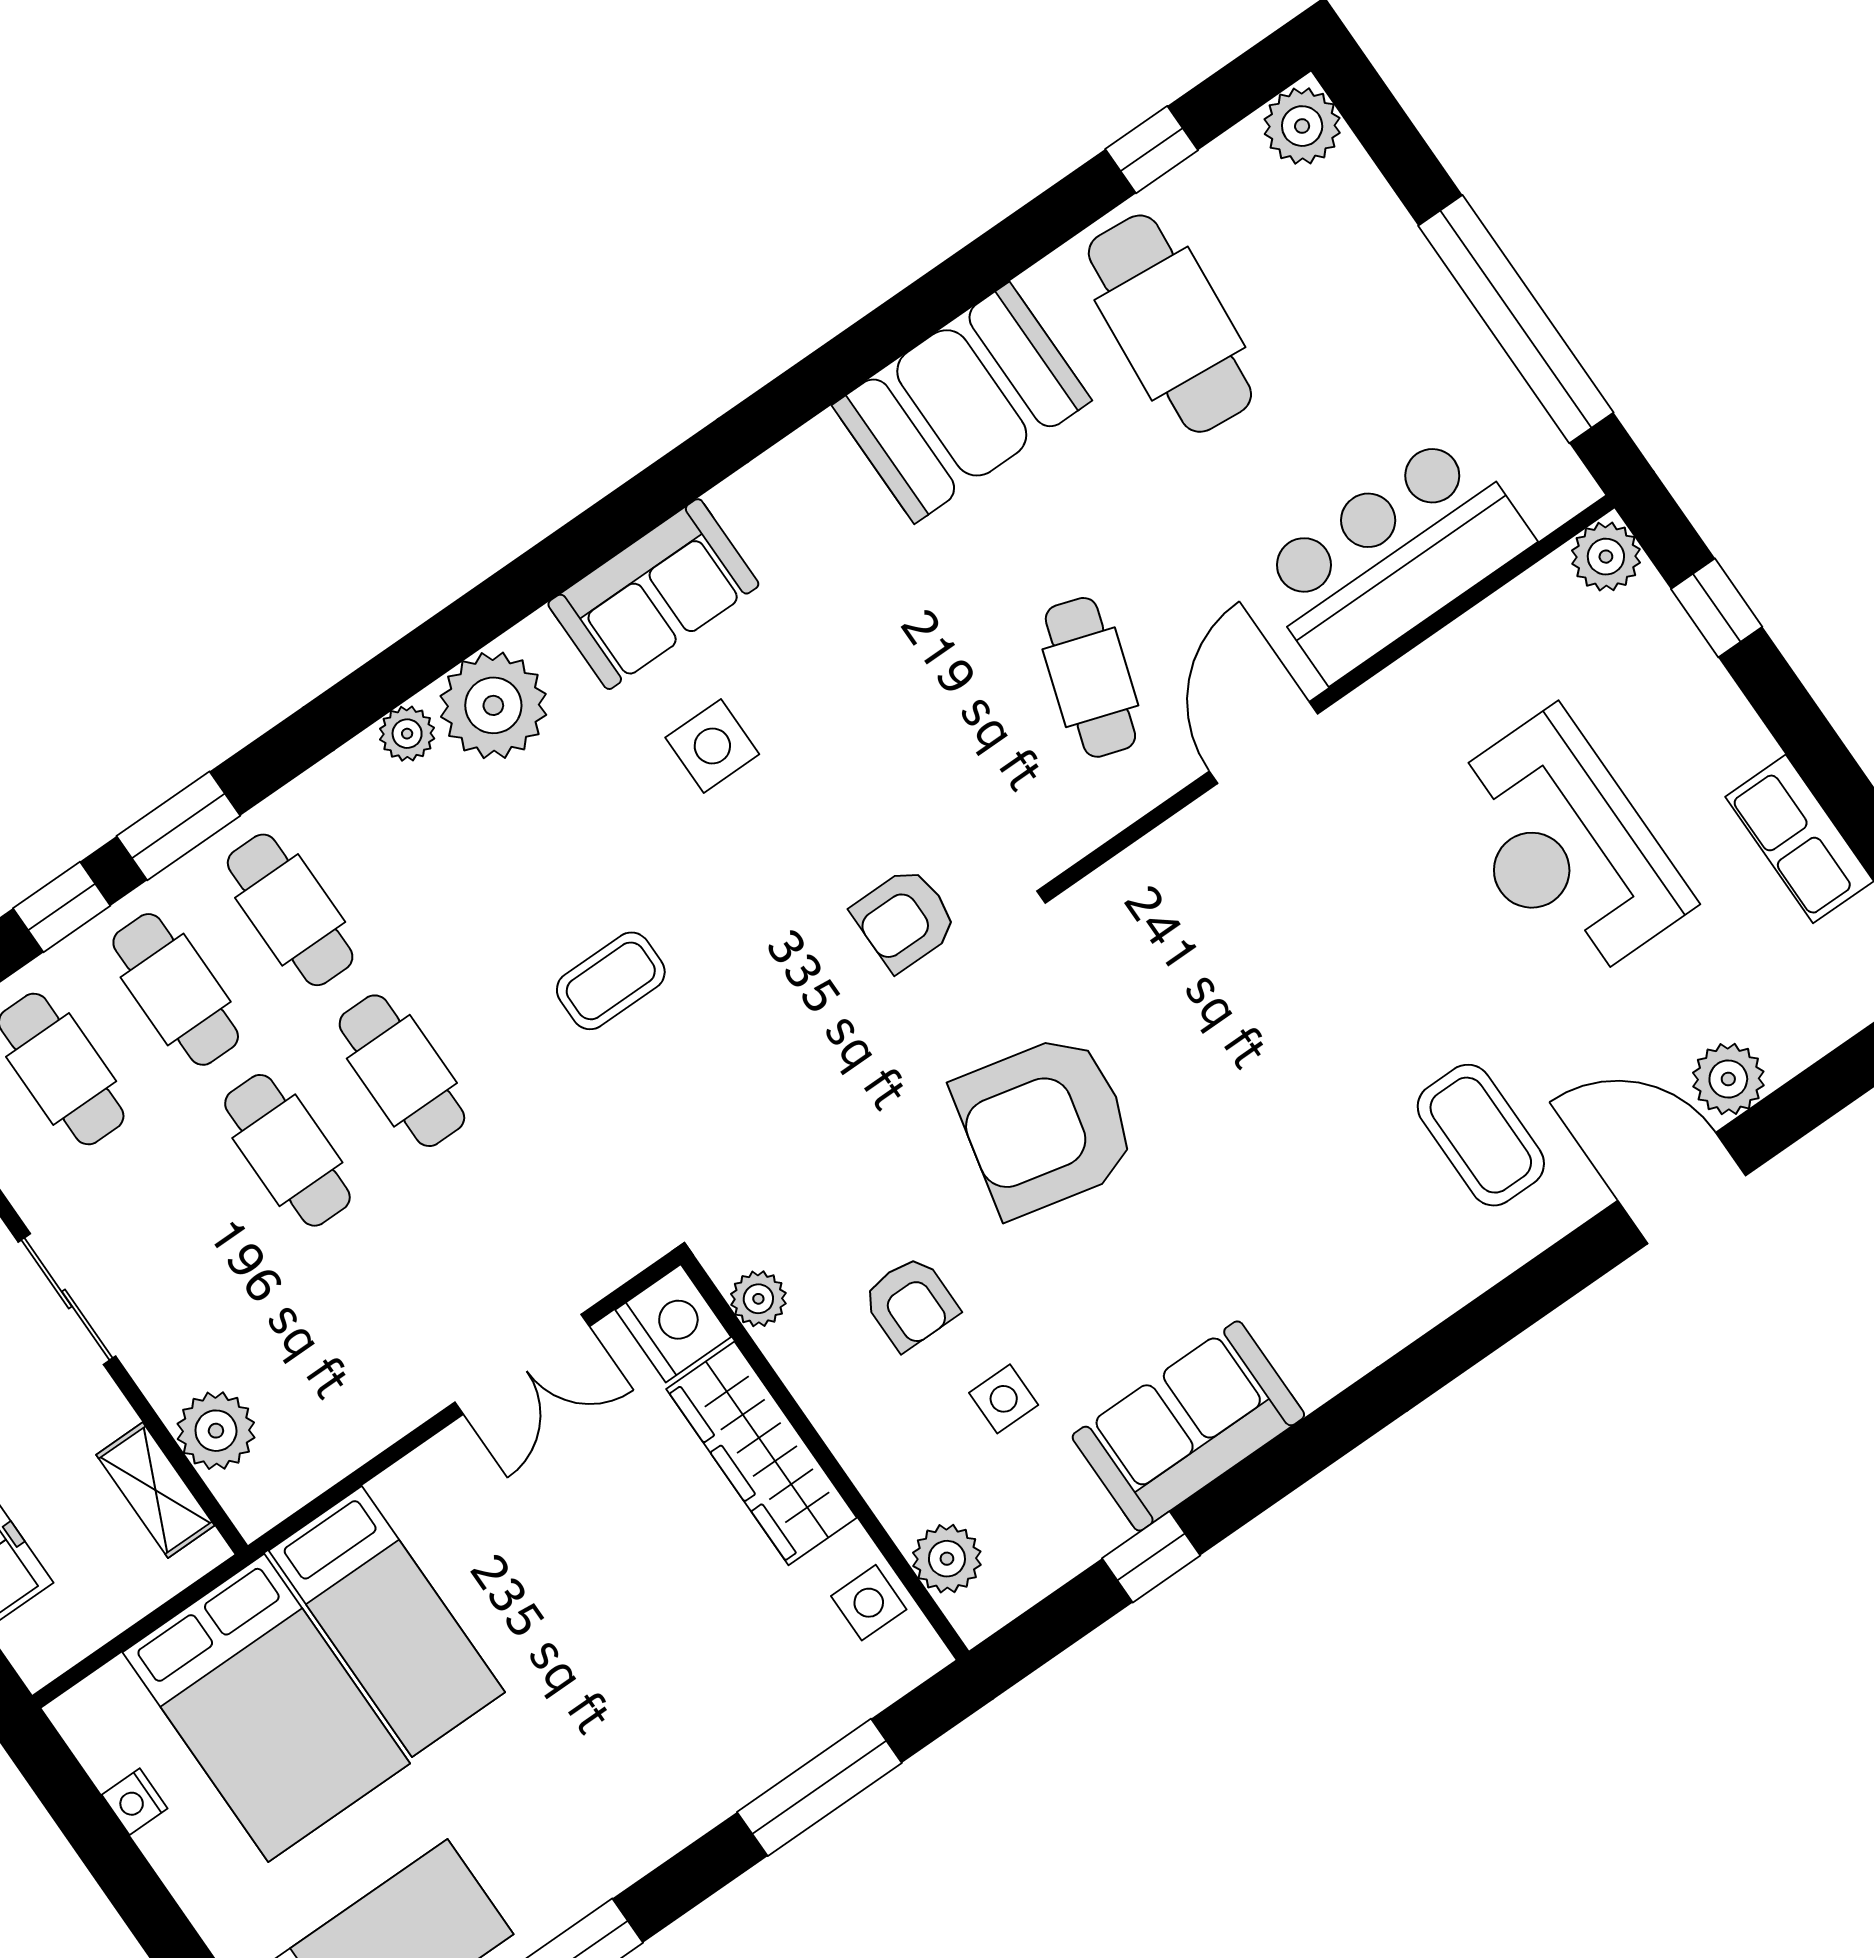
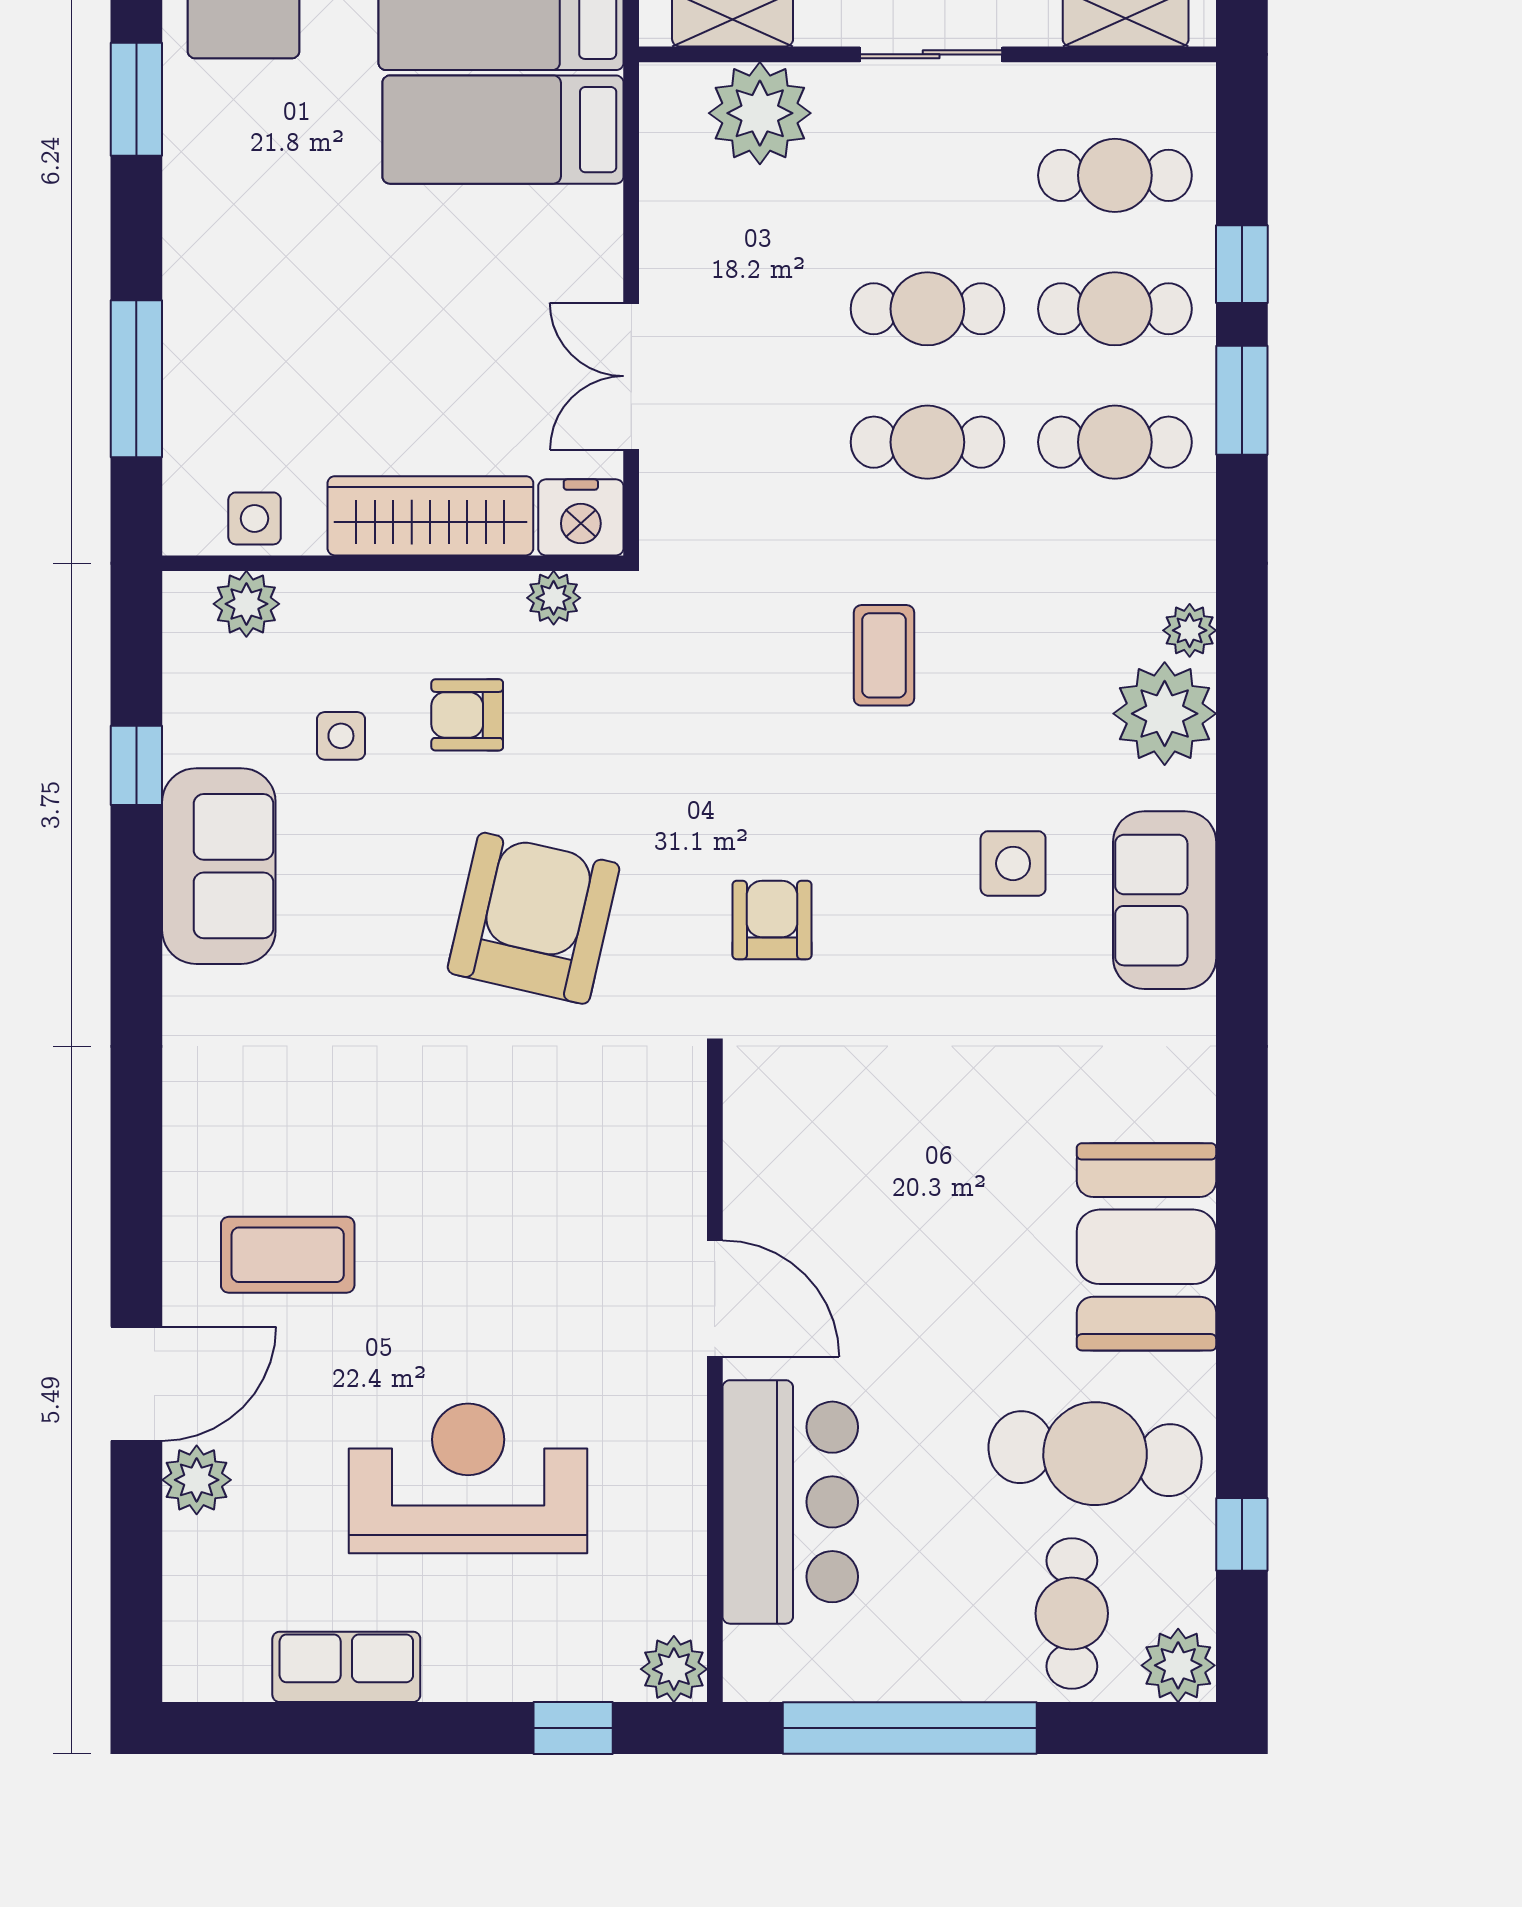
cafe table: (1090, 677) -> (1072, 1613), moved, turned 72
plant: (216, 1431) -> (760, 113), width x1.36, depth x1.36

